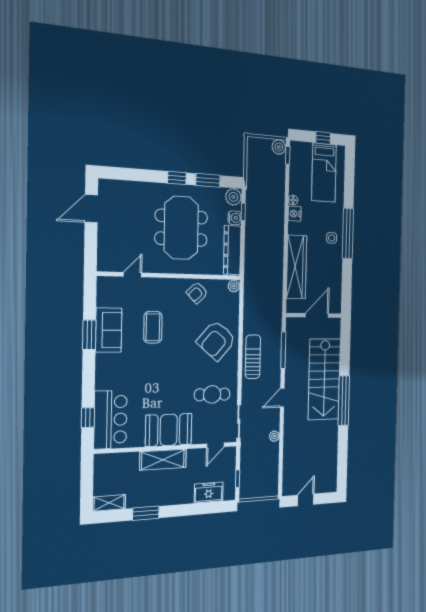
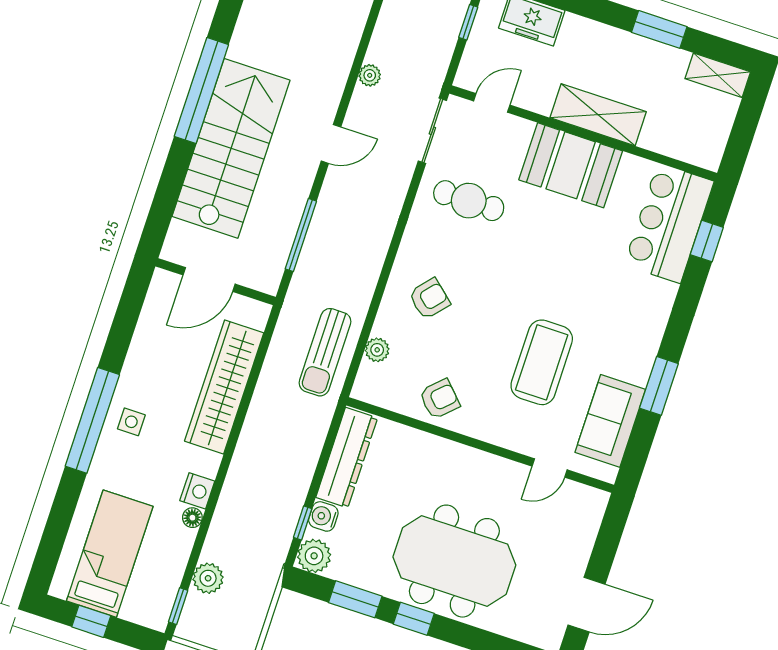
plant: (279, 147) -> (208, 578), moved
meeting table: (181, 228) -> (454, 561), moved, turned 90
plant: (234, 286) -> (377, 350), moved
coffee table: (153, 327) -> (542, 362), width x1.36, depth x1.32
sofa: (109, 330) -> (610, 421), moved
armchair: (216, 340) -> (429, 299), width x0.53, depth x0.53
sun lounger: (253, 357) -> (325, 352), moved

